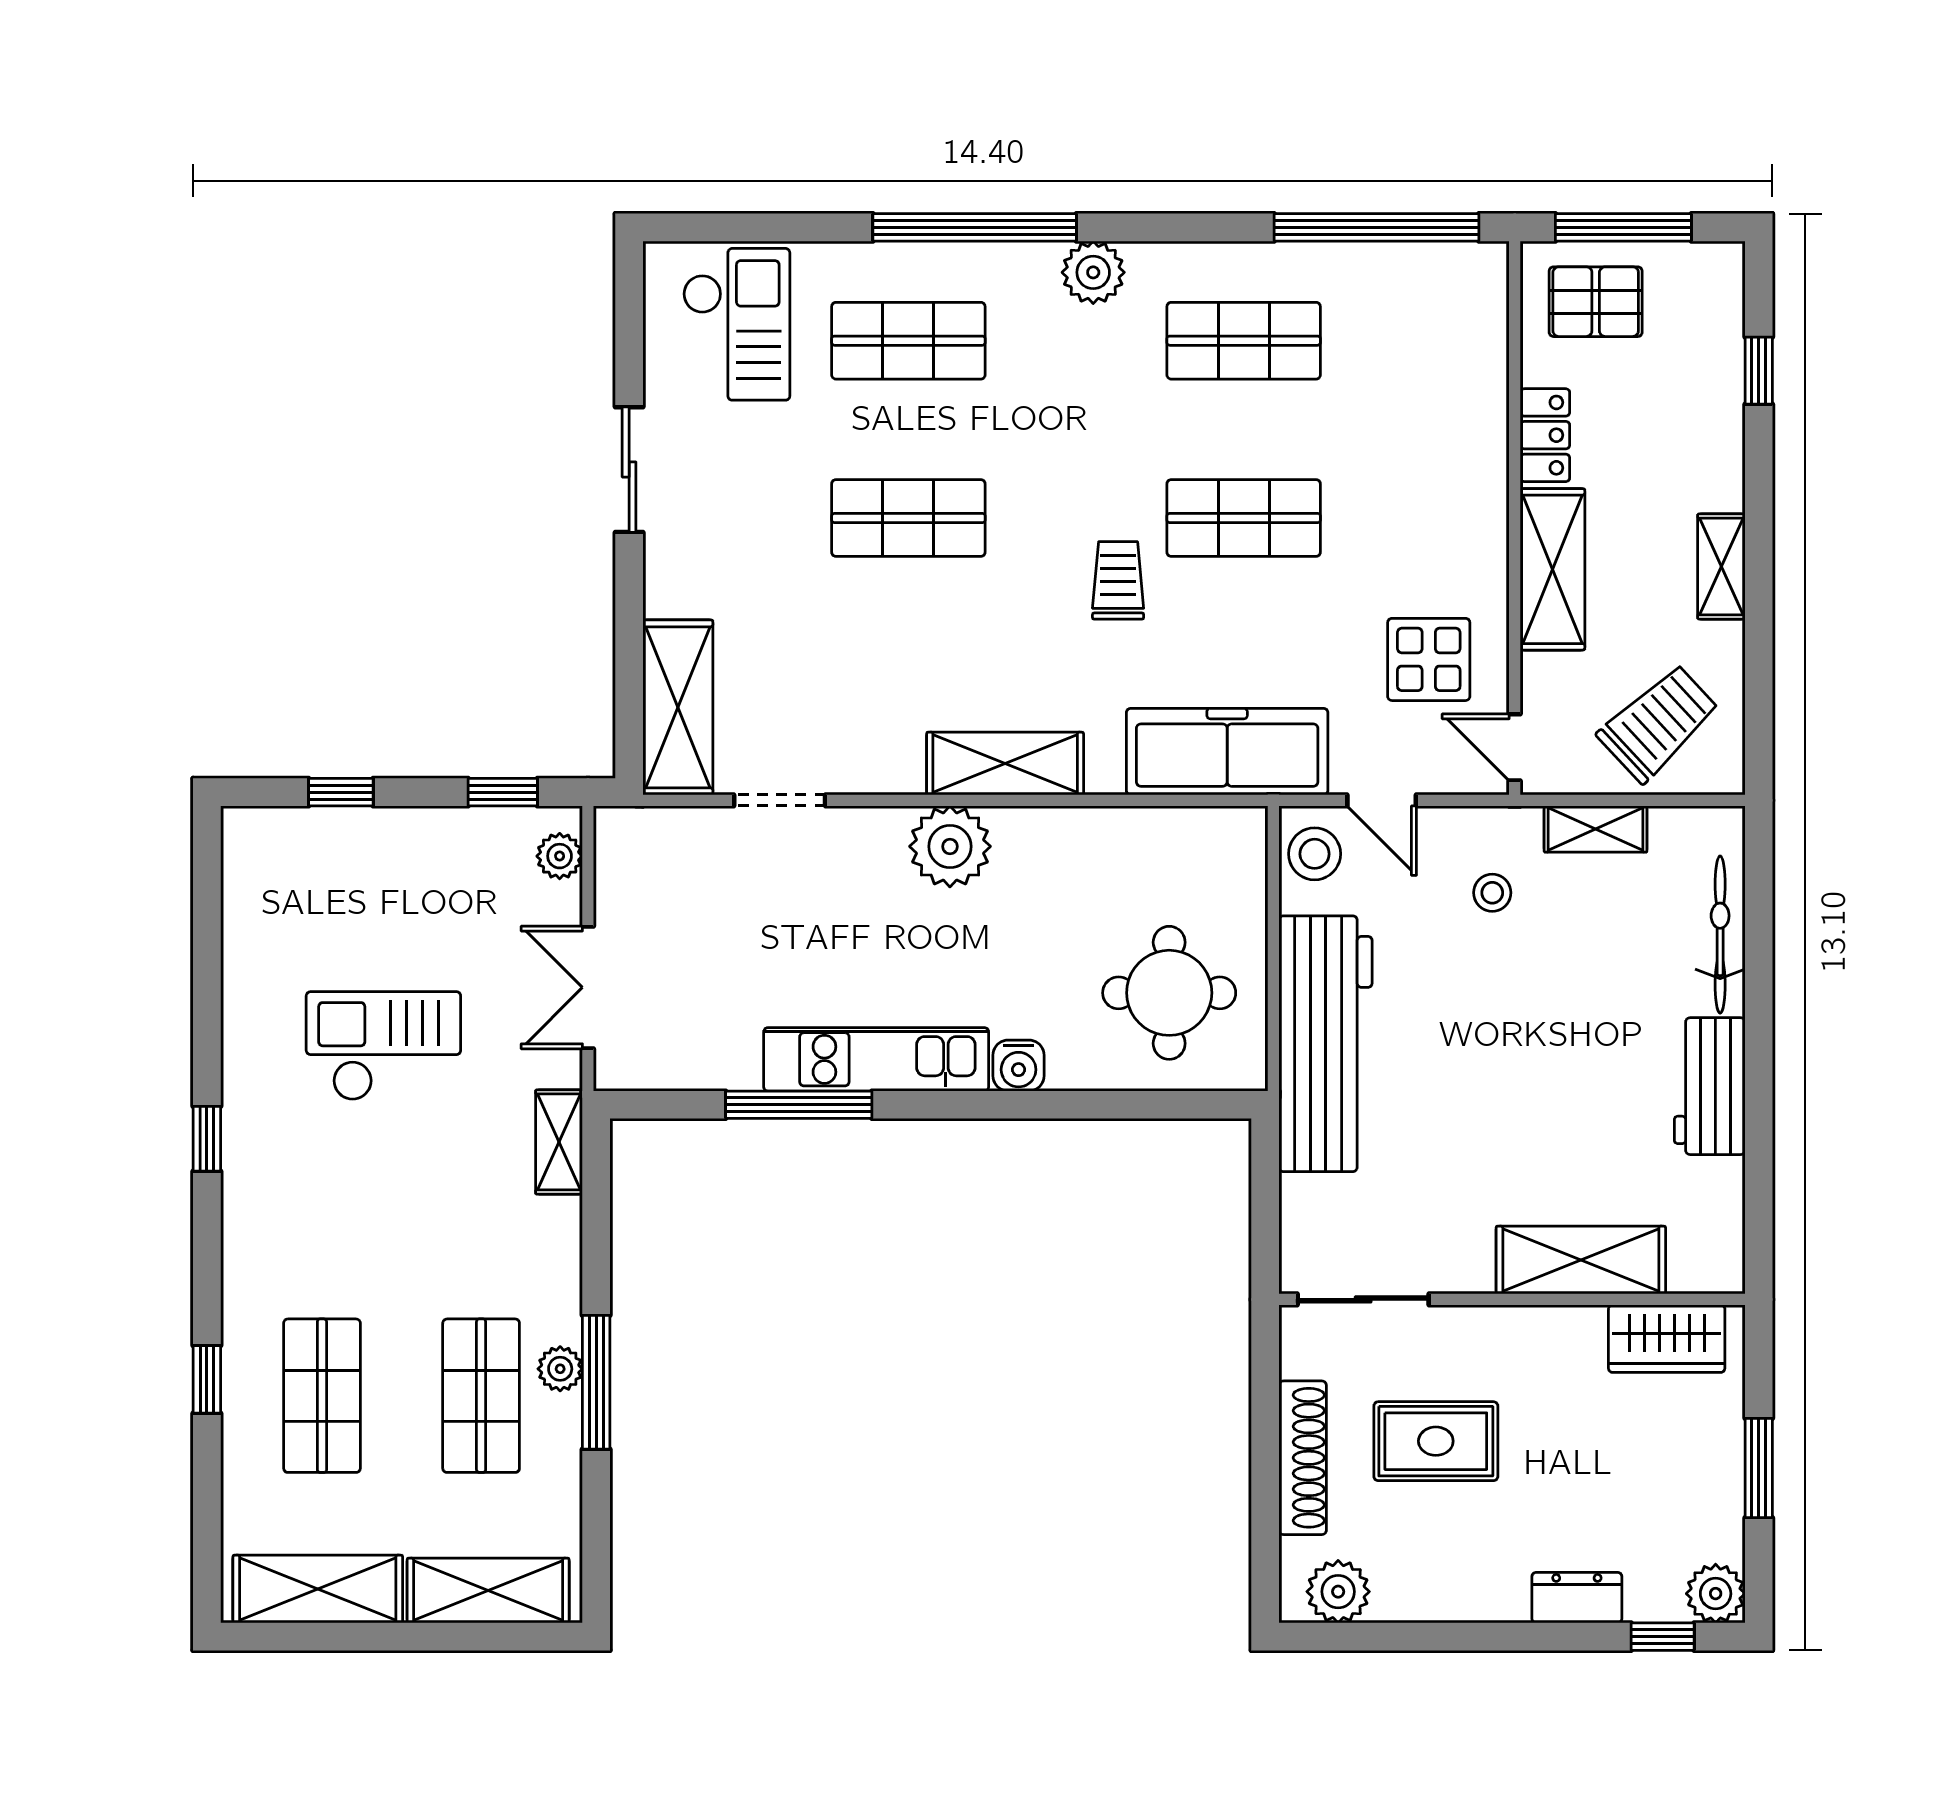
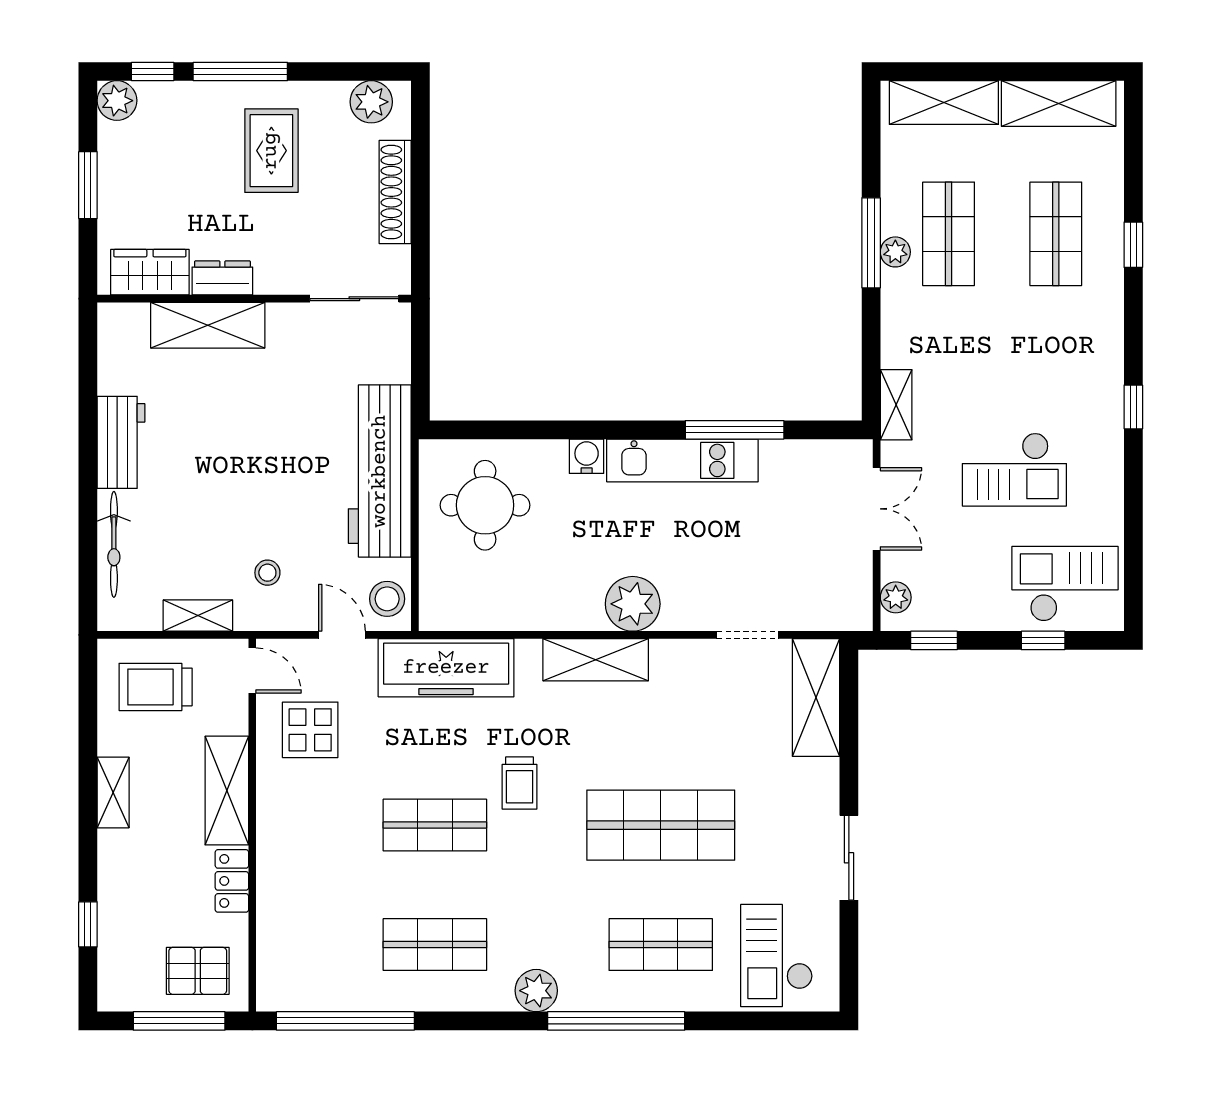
shop shelf: (908, 518) -> (661, 825), width x1.43, depth x1.36
trolley: (1658, 723) -> (156, 687), turned 43
checkout: (308, 876) -> (1065, 584), added
rug: (1436, 1441) -> (271, 151), moved, turned 90
dresser: (1577, 1598) -> (222, 278), moved, turned 180
window: (1533, 1637) -> (240, 71), added

